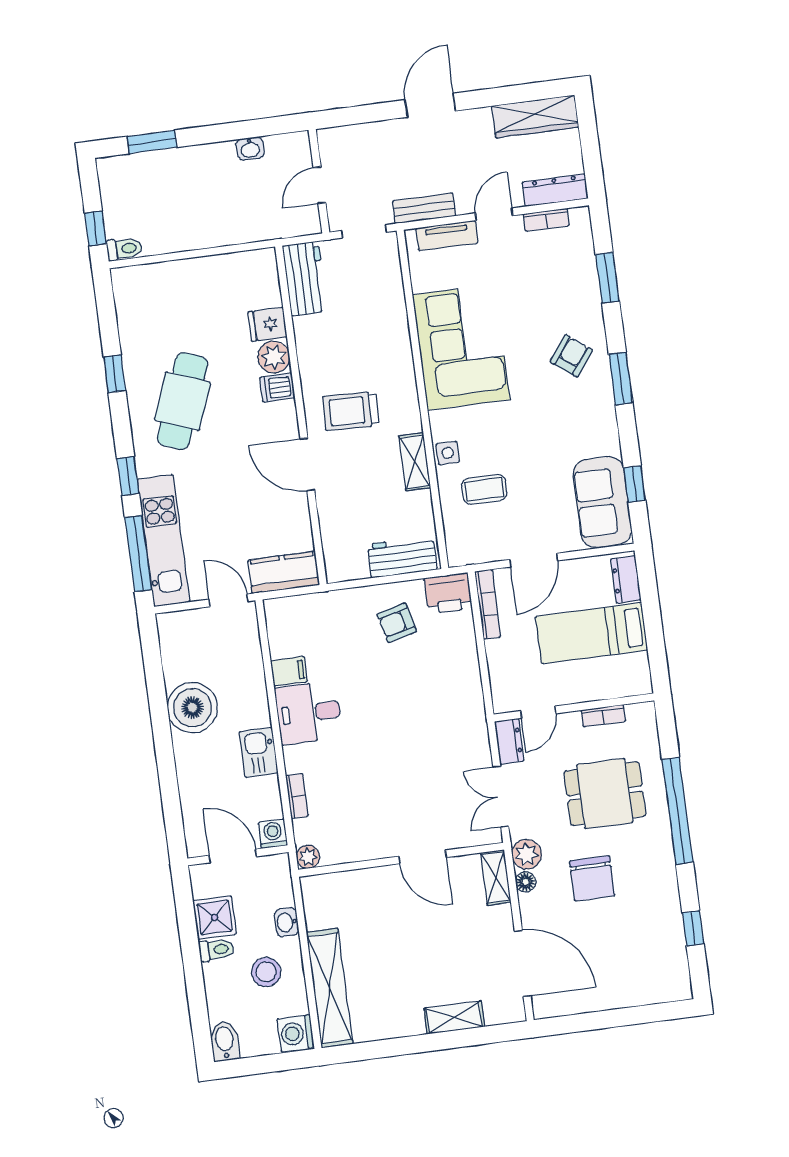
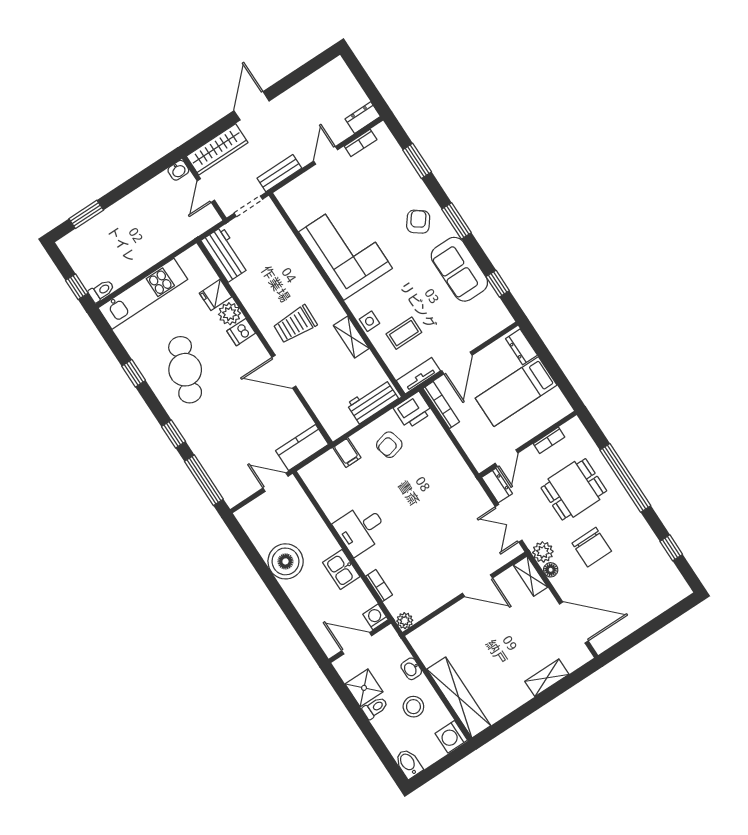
wardrobe: (535, 116) -> (217, 149), moved
washbasin: (250, 149) -> (178, 170), moved
dresser: (555, 190) -> (363, 118), width x0.70
tv unit: (447, 236) -> (418, 376), moved, turned 180
sofa: (602, 502) -> (459, 269), moved
kitchen unit: (164, 541) -> (143, 294), moved, turned 90
filing cabinet: (289, 671) -> (347, 453), moved, turned 90

